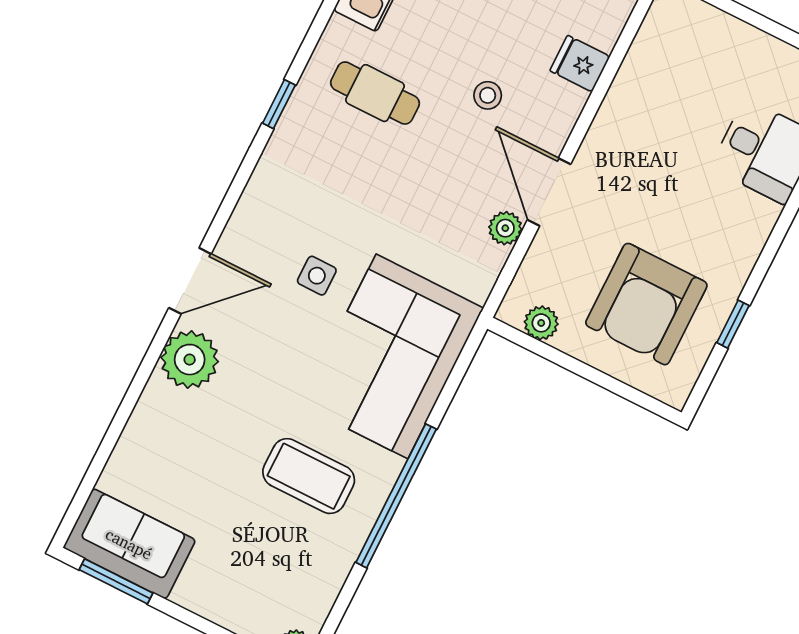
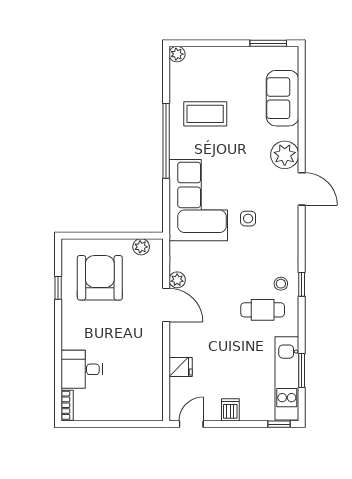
stool: (488, 95) -> (281, 284), moved
door: (190, 281) -> (302, 189), swing flipped
coffee table: (309, 476) -> (205, 114), moved
sofa: (129, 544) -> (282, 98), moved, turned 90

